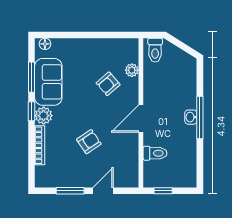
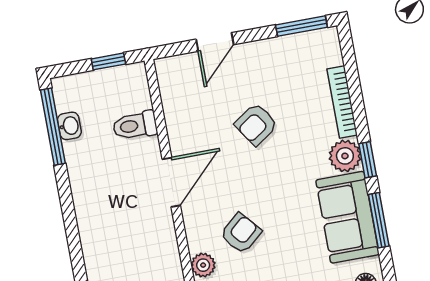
washbasin: (191, 117) -> (69, 126), moved
window: (200, 117) -> (53, 127), moved
window: (70, 191) -> (301, 26), moved

